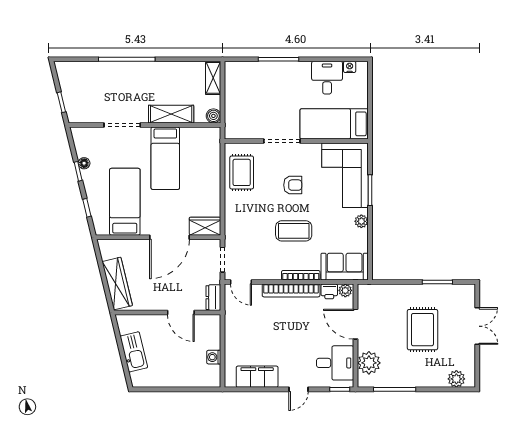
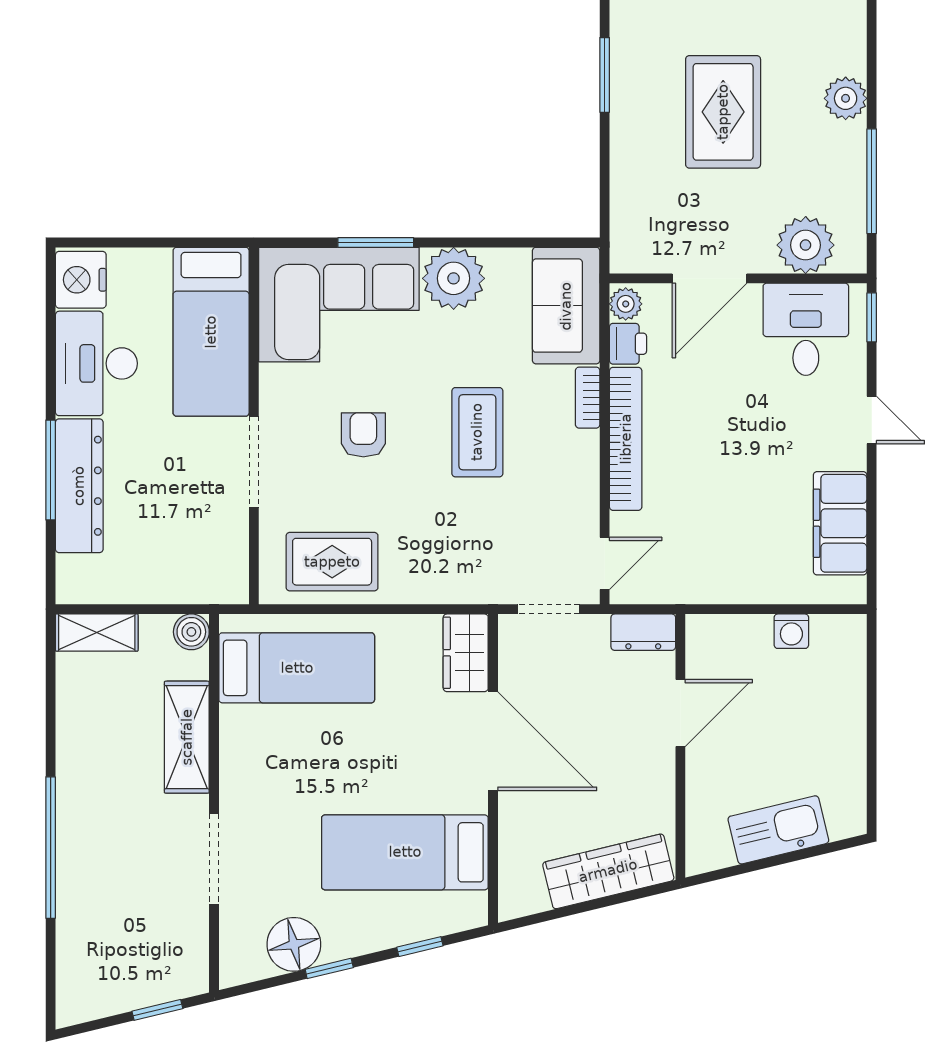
nightstand: (350, 67) -> (81, 280), width x1.89, depth x1.79
dresser: (272, 71) -> (79, 486), added
desk: (327, 78) -> (96, 363), width x1.37
bed: (165, 158) -> (297, 668), moved
floor lamp: (84, 163) -> (294, 944), width x1.89, depth x1.89
plant: (361, 221) -> (454, 278), width x1.88, depth x1.88
bookcase: (301, 275) -> (588, 398), width x0.64
rug: (422, 330) -> (723, 112), turned 90
plant: (456, 379) -> (846, 98), moved

